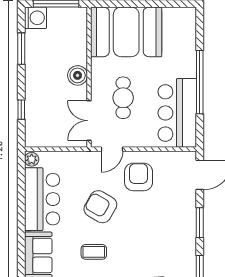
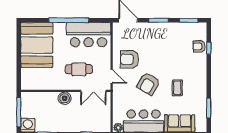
booth: (126, 32) -> (37, 45), moved

